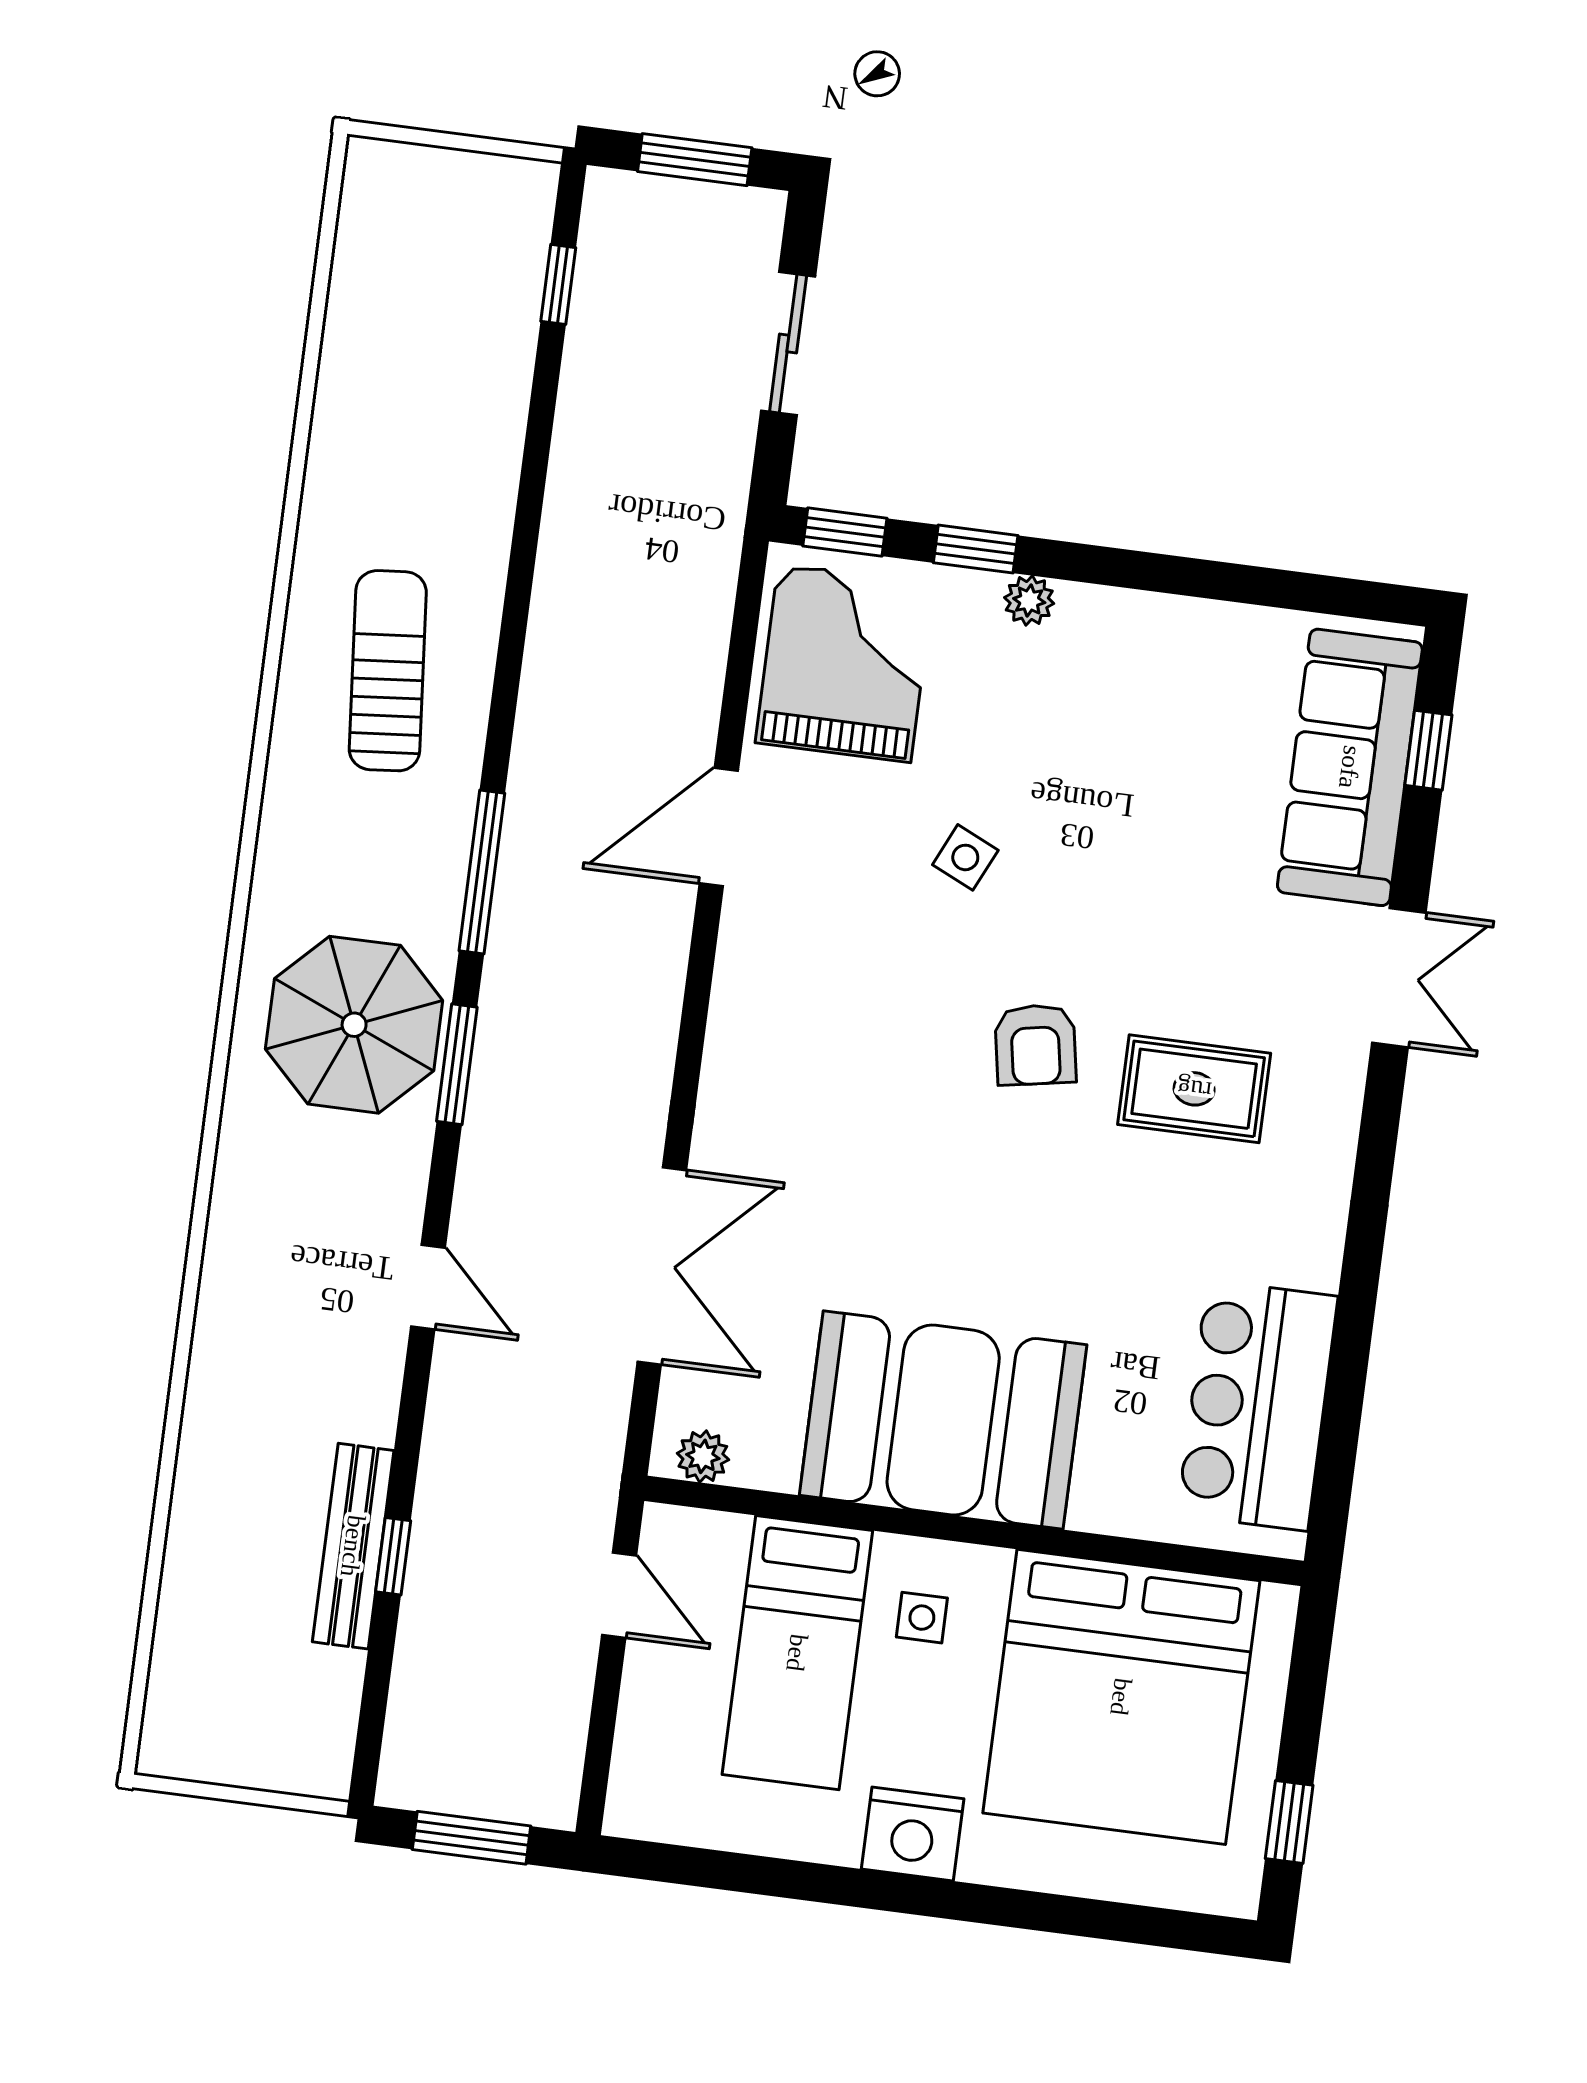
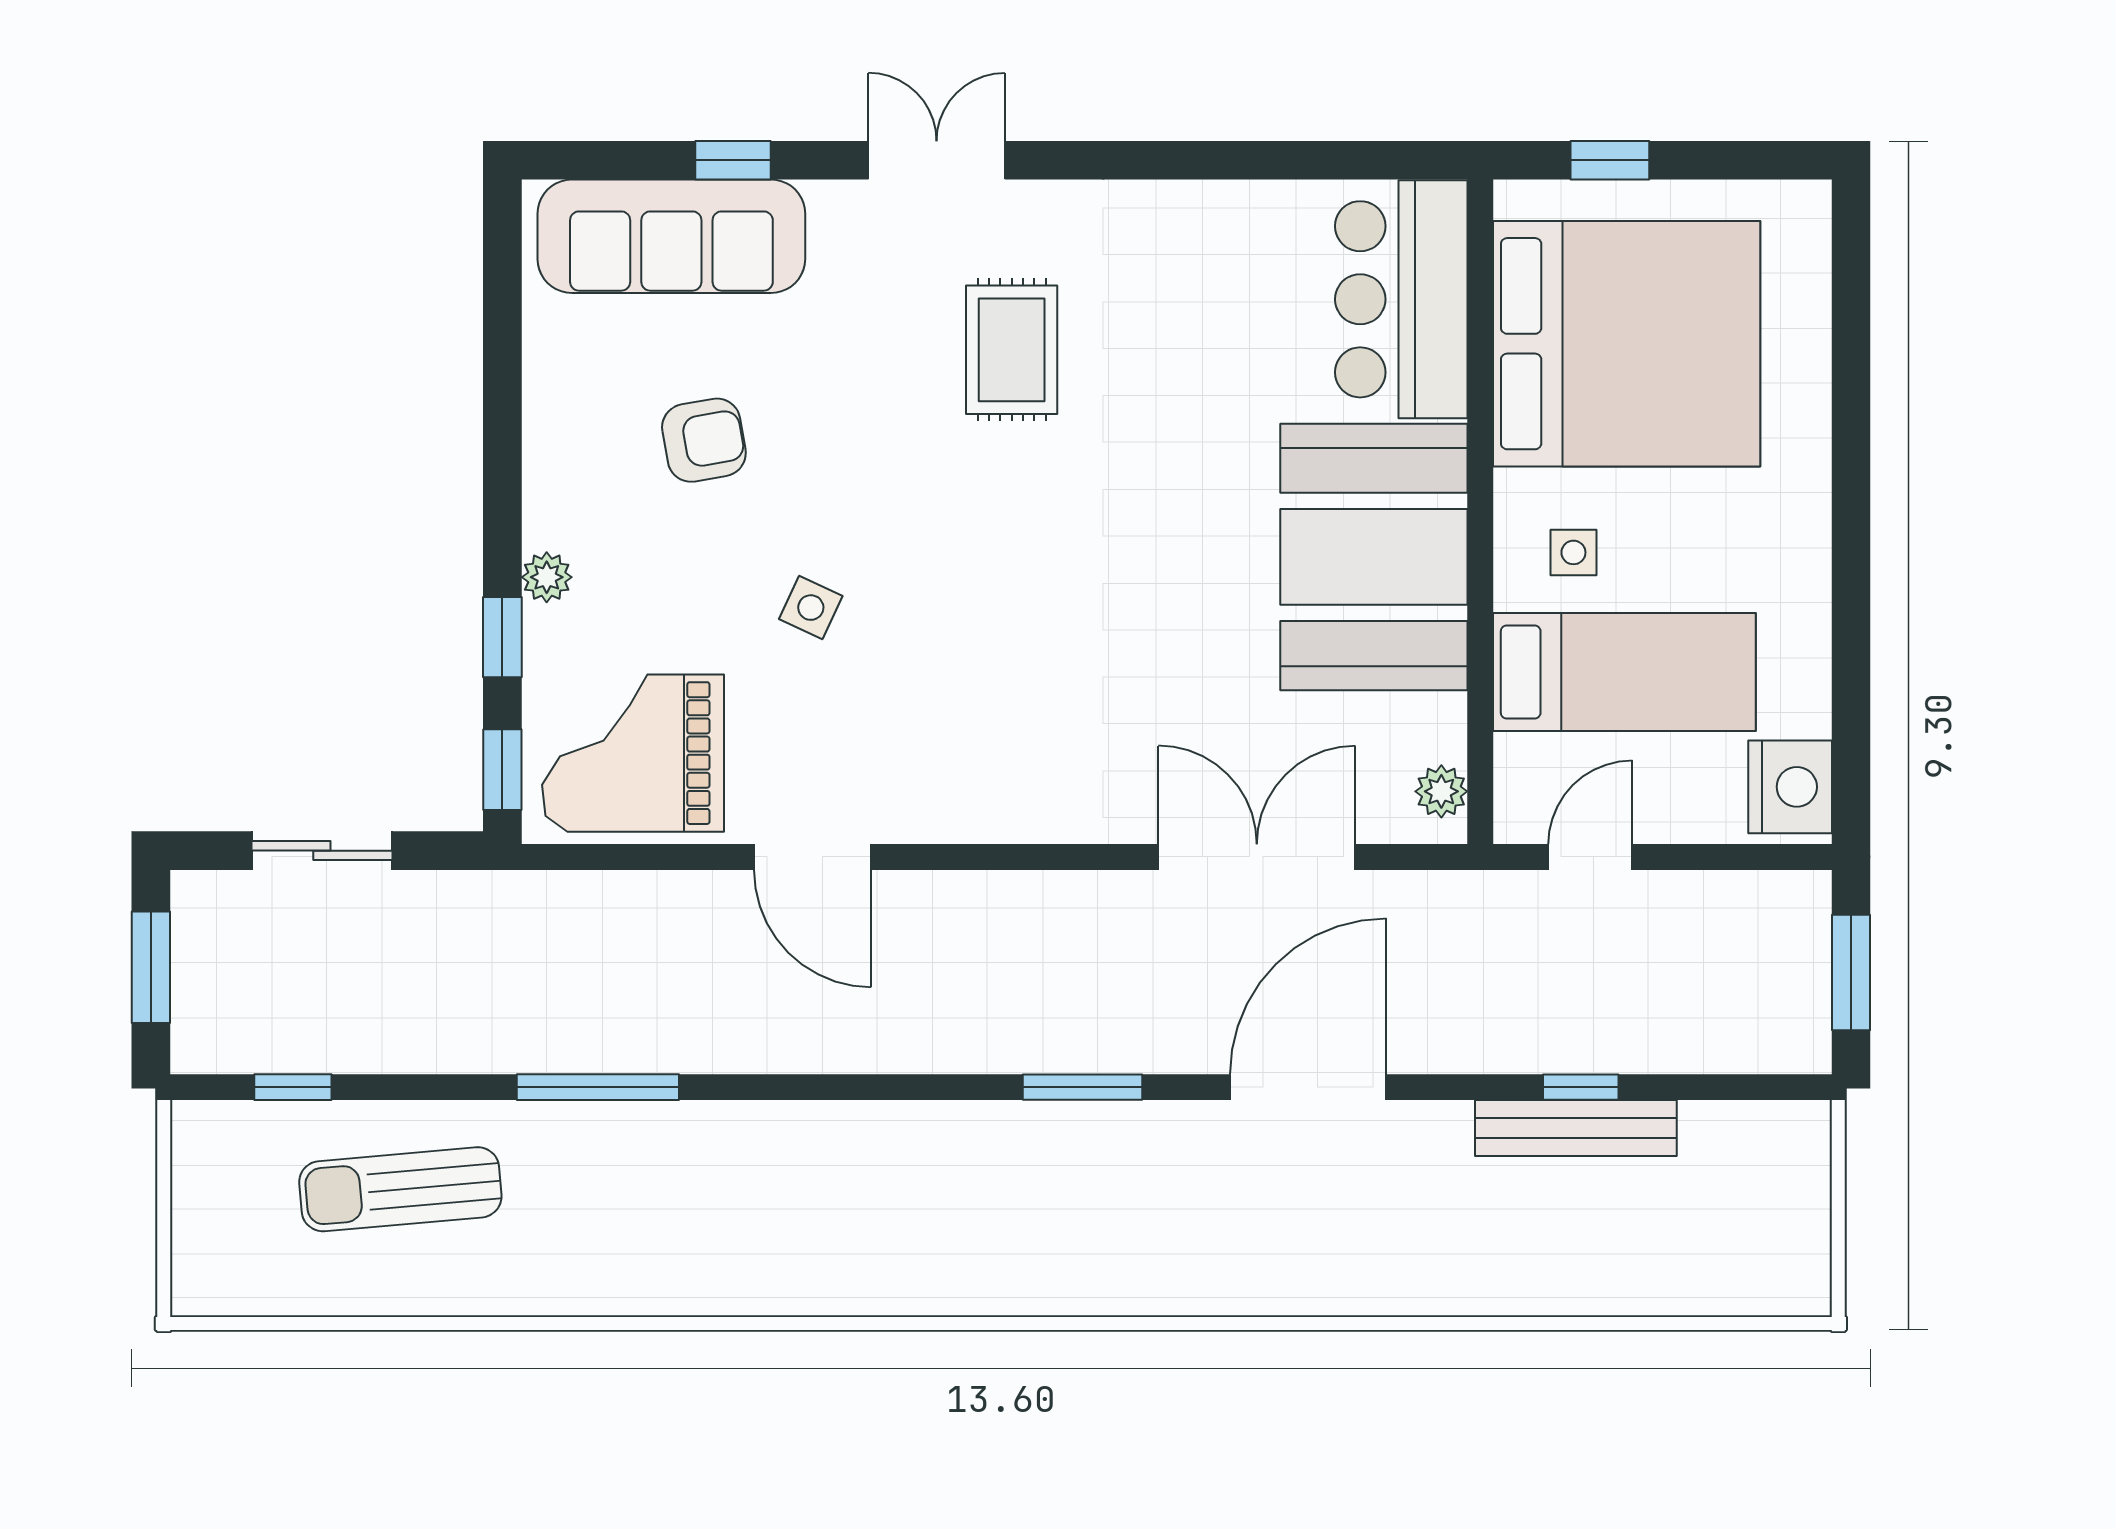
sun lounger: (388, 671) -> (400, 1189), moved
window: (1428, 750) -> (733, 160), moved
window: (482, 872) -> (598, 1087), moved
double door: (1399, 978) -> (937, 160), moved
parasol: (354, 1025) -> (1056, 1195), removed
armchair: (1035, 1045) -> (704, 440), moved
door: (428, 1287) -> (1308, 1087), width x1.87
bar counter: (1258, 1405) -> (1401, 299), moved, turned 90
window: (1289, 1822) -> (1610, 160), moved
nightstand: (913, 1834) -> (1790, 787), moved

